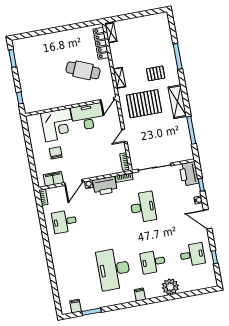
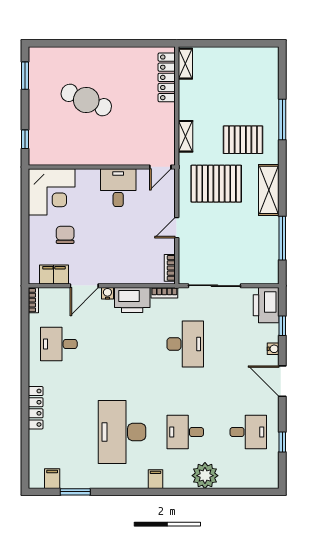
cafe table: (83, 70) -> (86, 100), moved
pallet: (156, 73) -> (243, 140), width x1.50, depth x1.42
desk: (87, 117) -> (118, 188), width x0.73
corner desk: (58, 125) -> (52, 192), moved
locker: (57, 264) -> (36, 408), added

